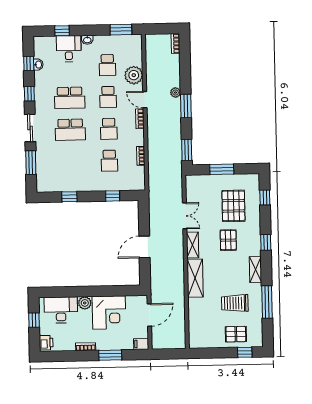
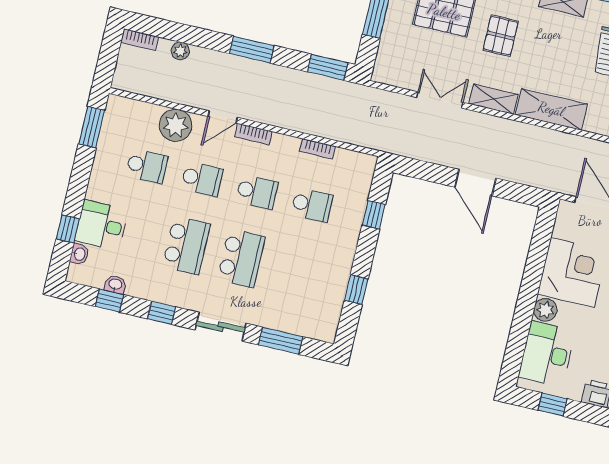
washbasin: (87, 40) -> (79, 254), moved
plant: (175, 93) -> (180, 51), moved
pallet: (228, 240) -> (501, 36), turned 90

